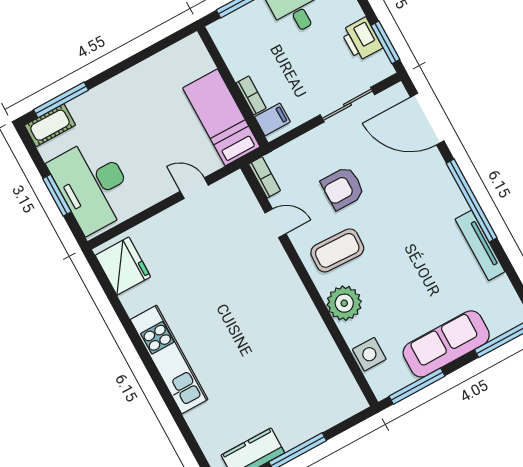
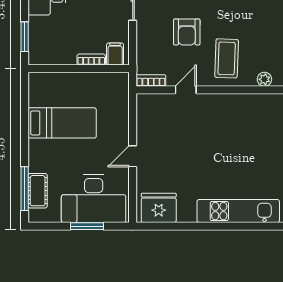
bed: (221, 117) -> (62, 123), moved, turned 180
cot: (50, 125) -> (38, 191), moved
door: (194, 188) -> (133, 156), moved
plant: (344, 303) -> (264, 79), width x0.53, depth x0.53

